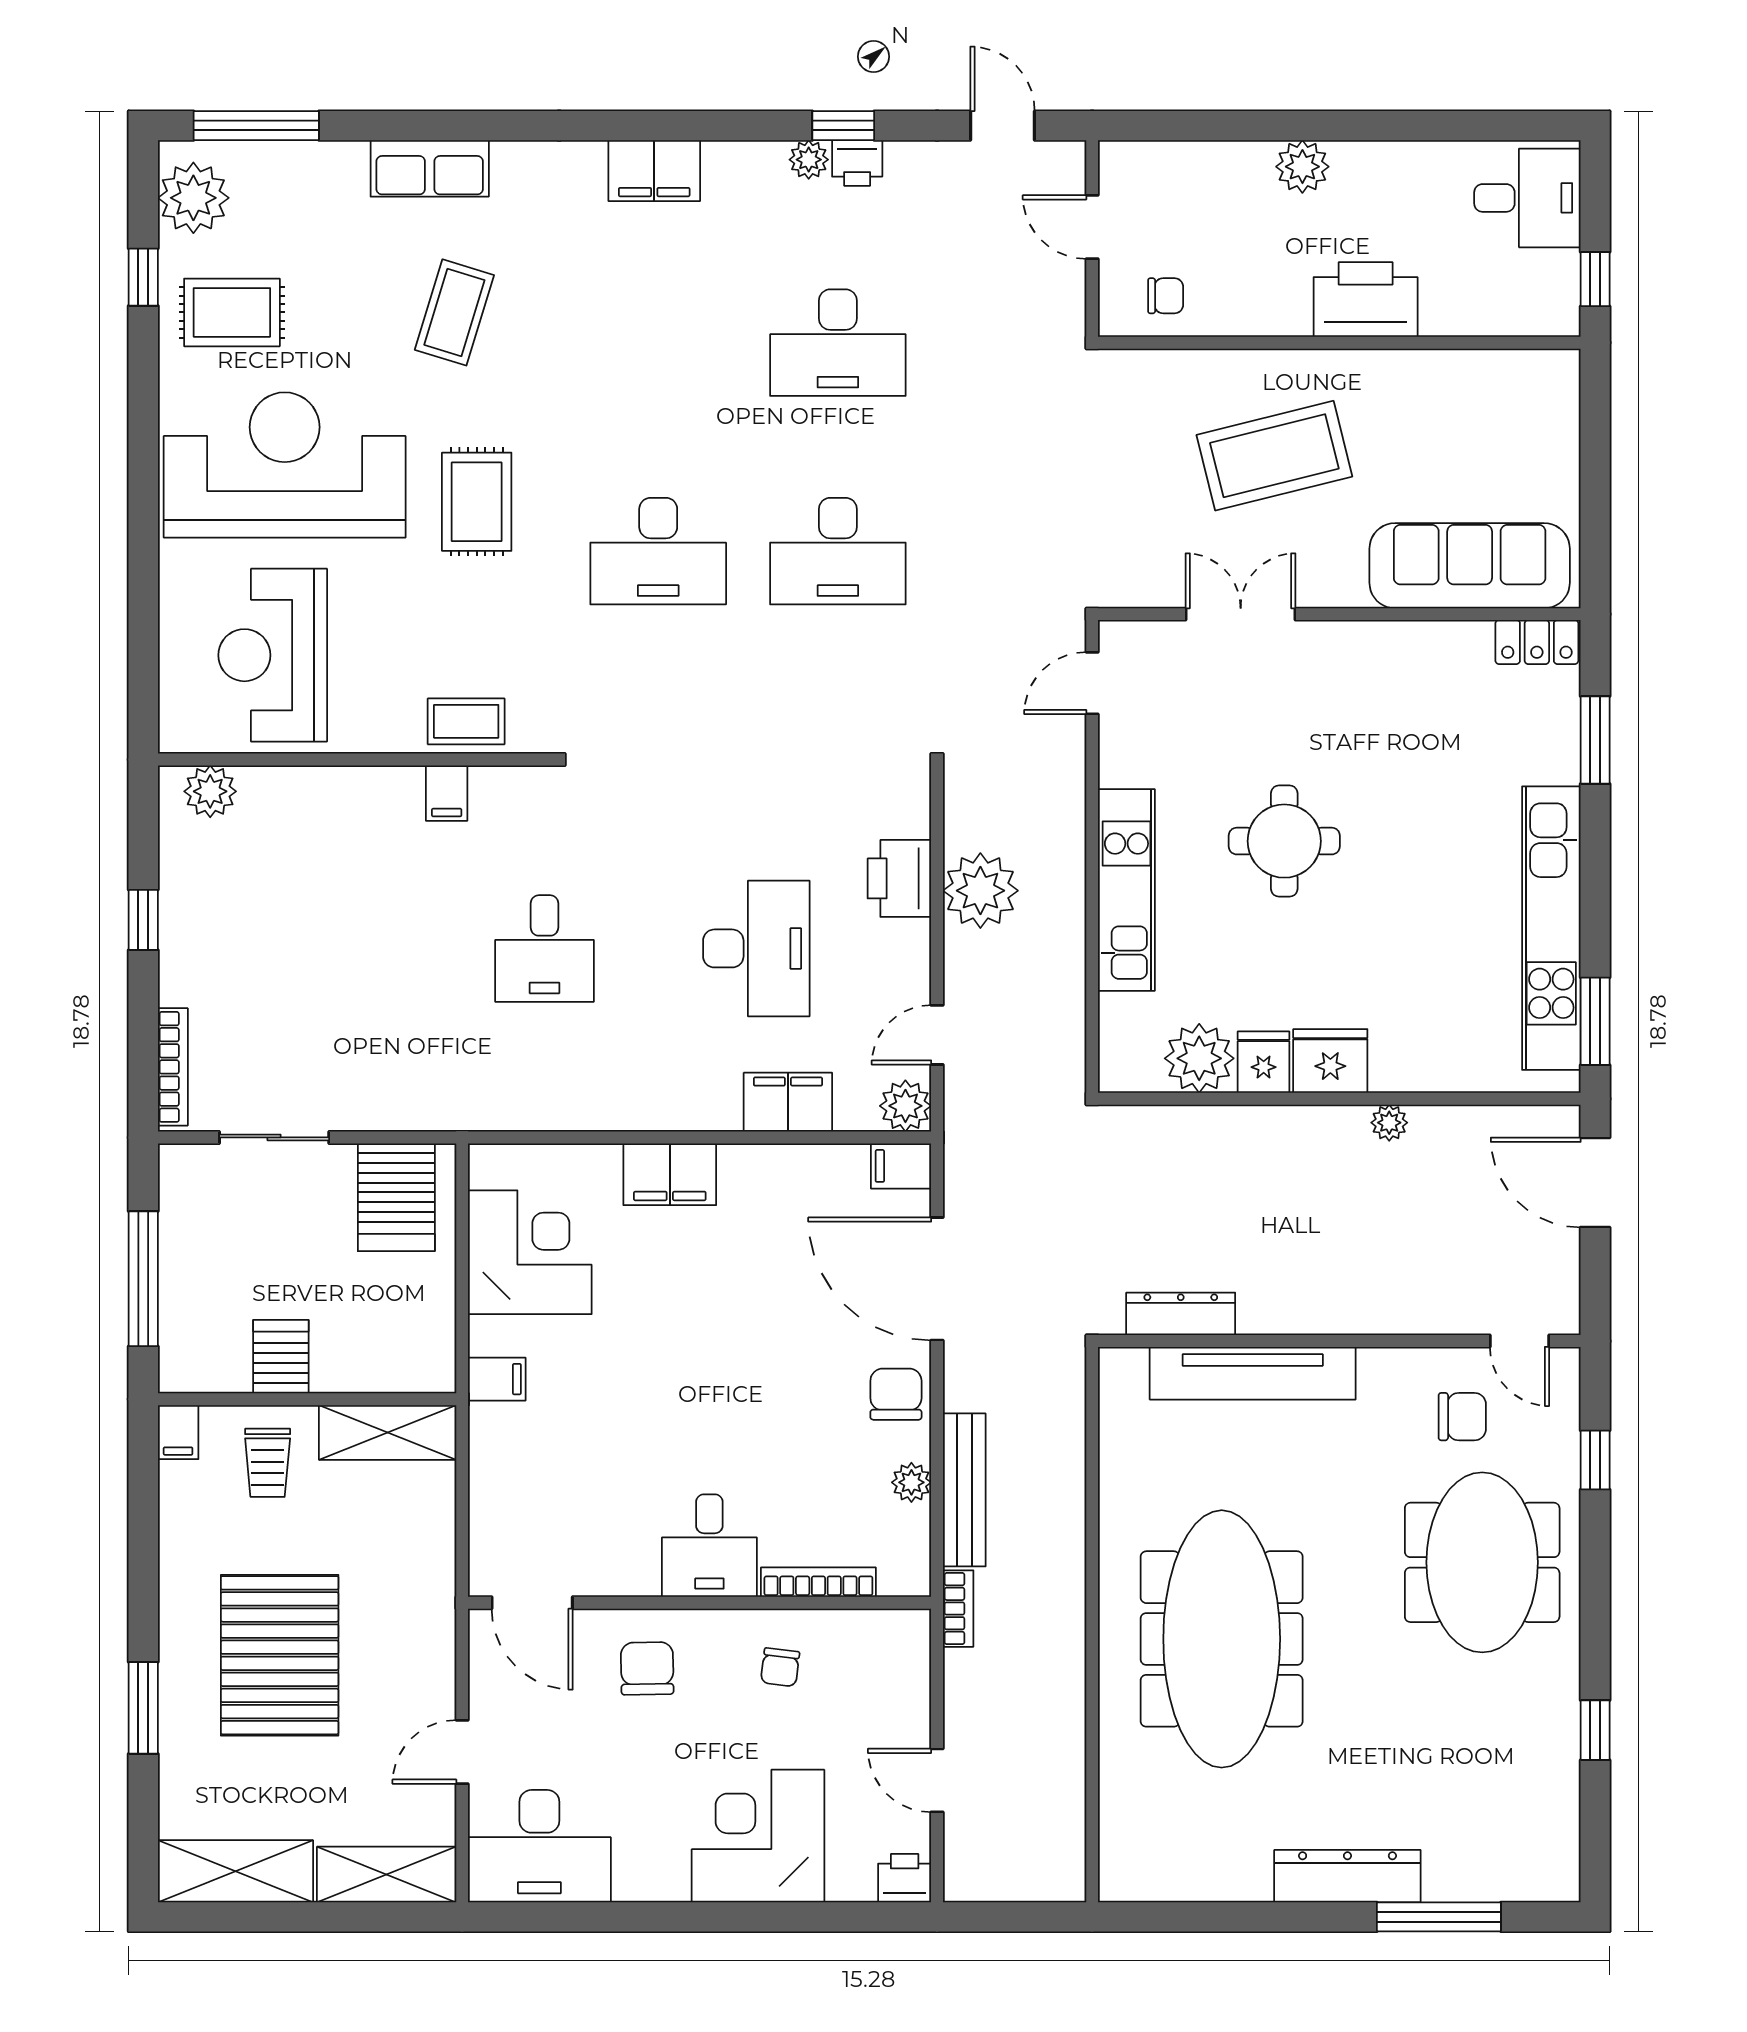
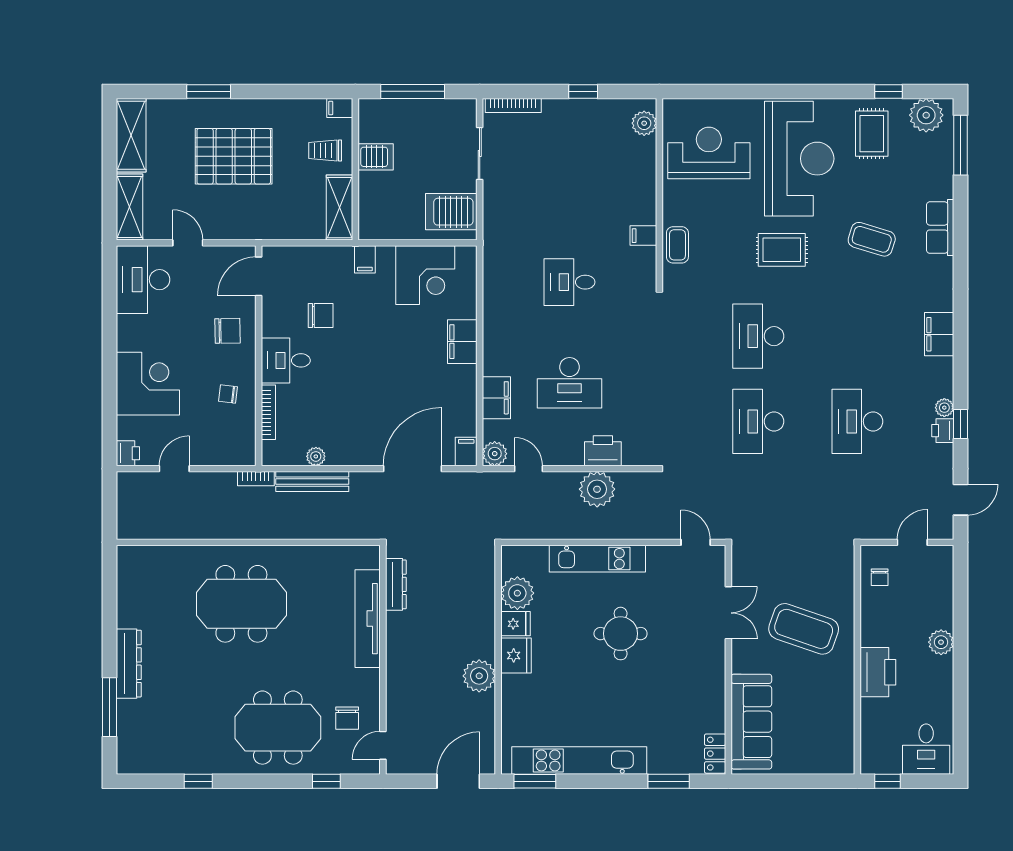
coffee table: (1274, 456) -> (804, 629), turned -57
plant: (1389, 1123) -> (479, 676), width x1.88, depth x1.88
chair: (896, 1394) -> (321, 315), moved
meeting table: (1222, 1639) -> (241, 604), width x0.73

